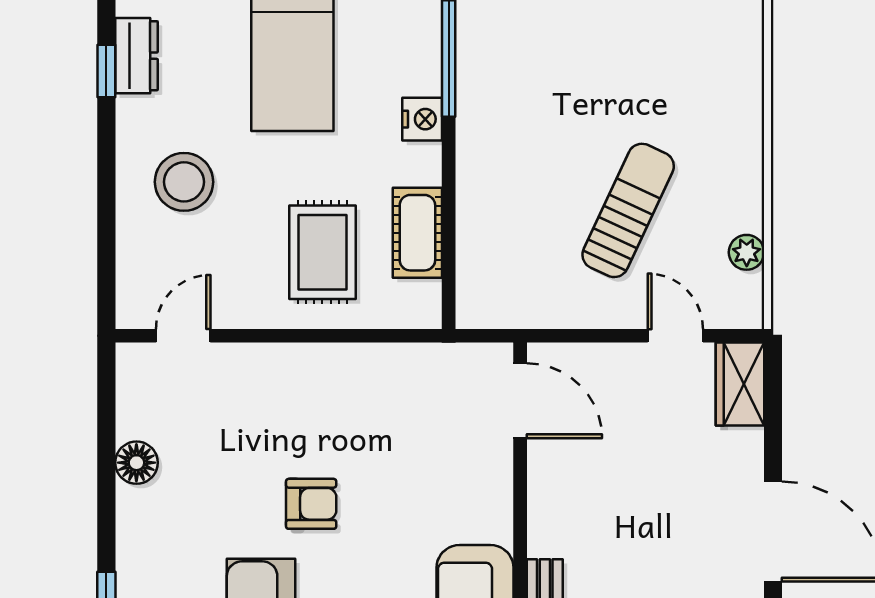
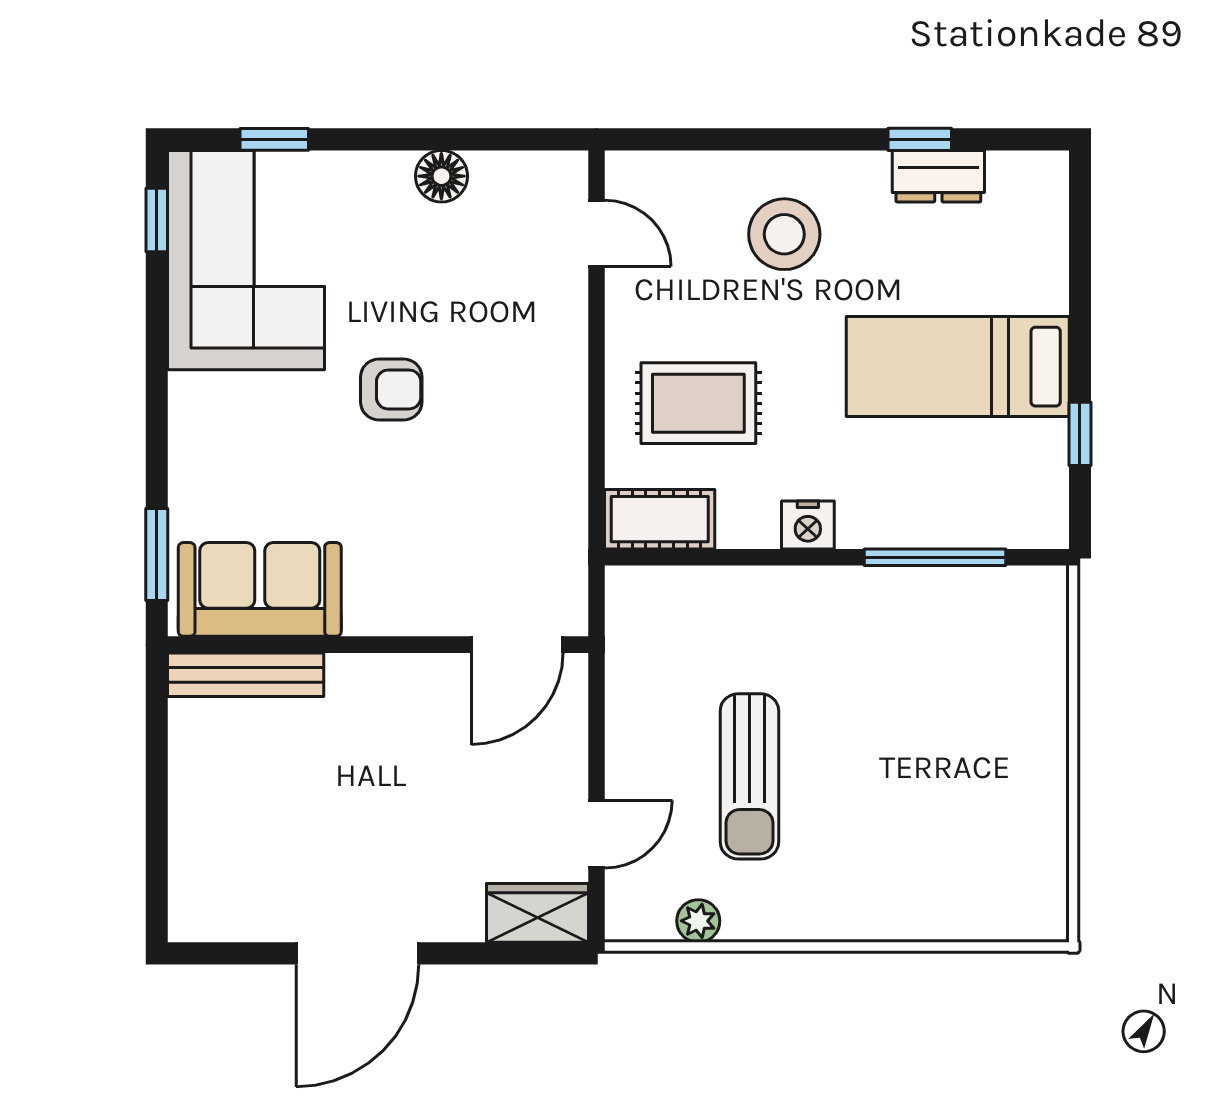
nightstand: (422, 119) -> (808, 525), moved
sun lounger: (628, 210) -> (749, 776), turned 65
cot: (417, 233) -> (660, 519), moved
armchair: (311, 504) -> (391, 389), turned -90

